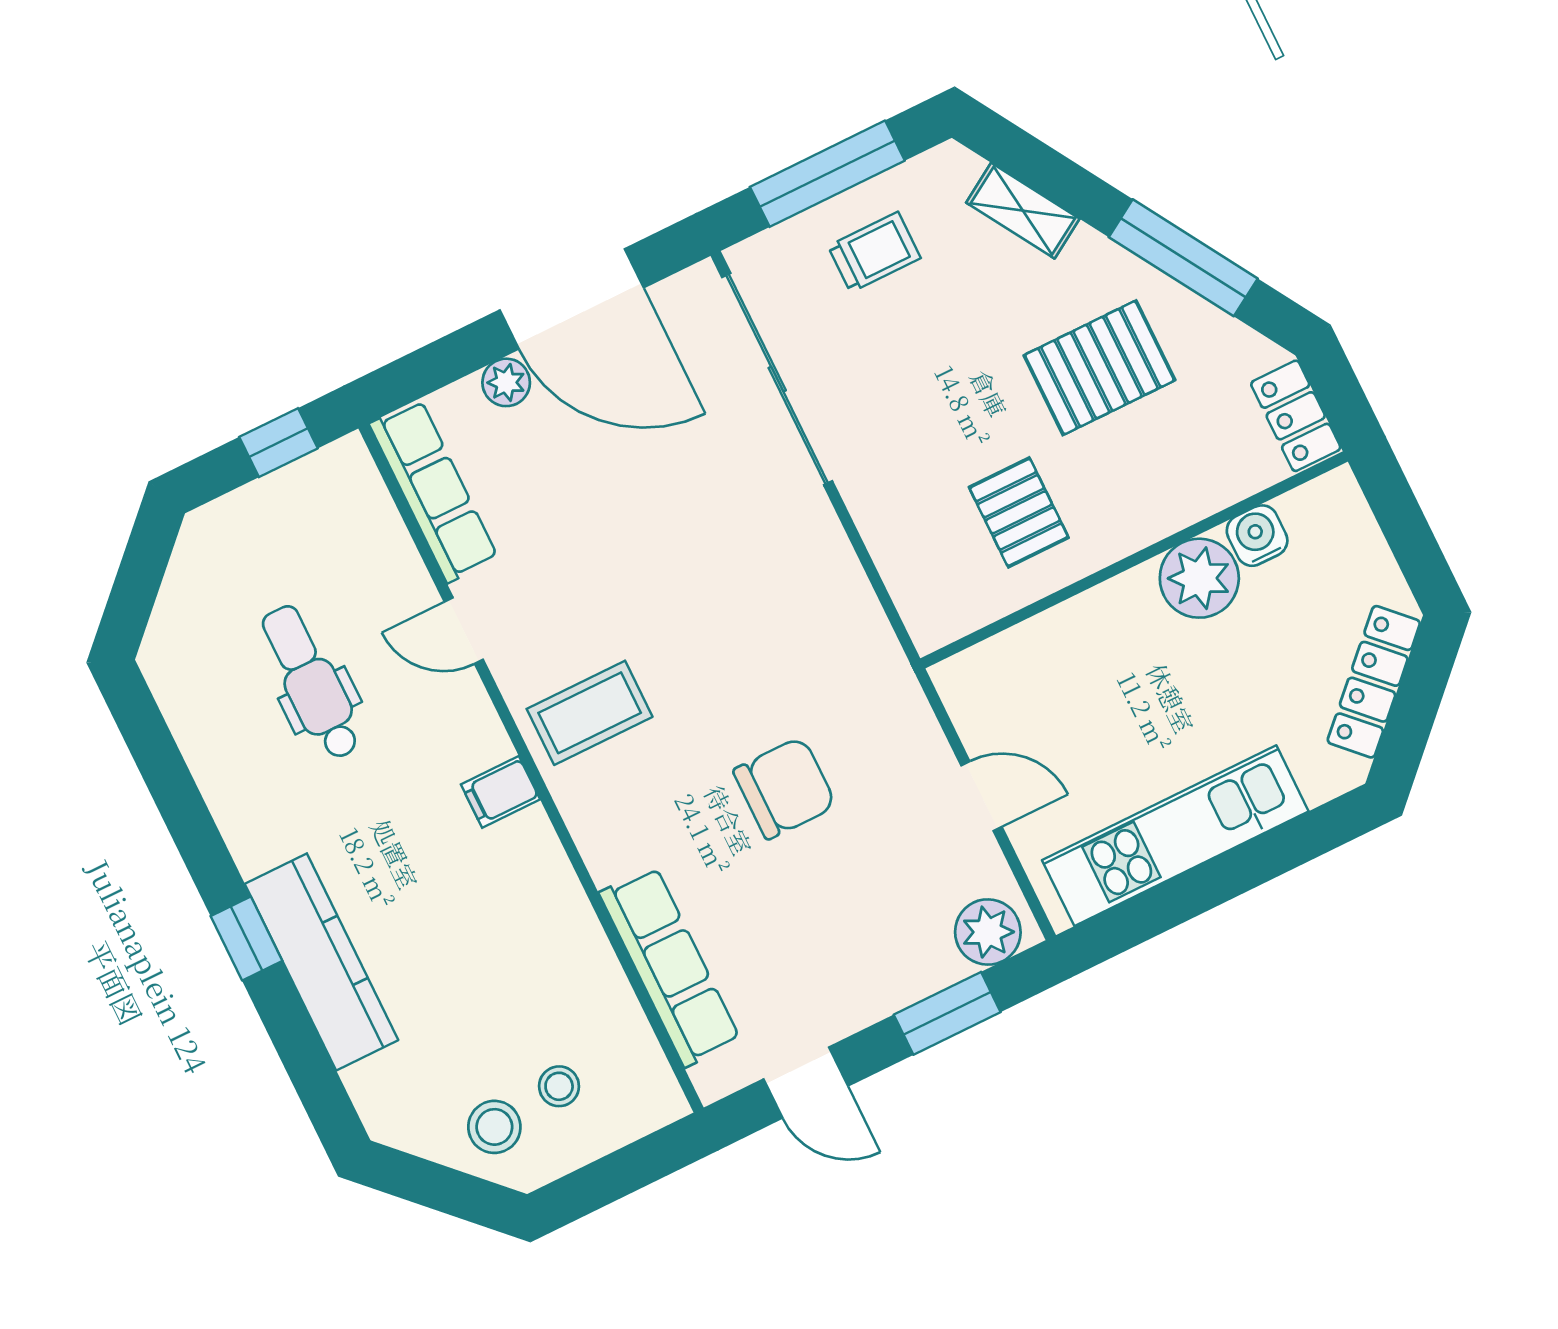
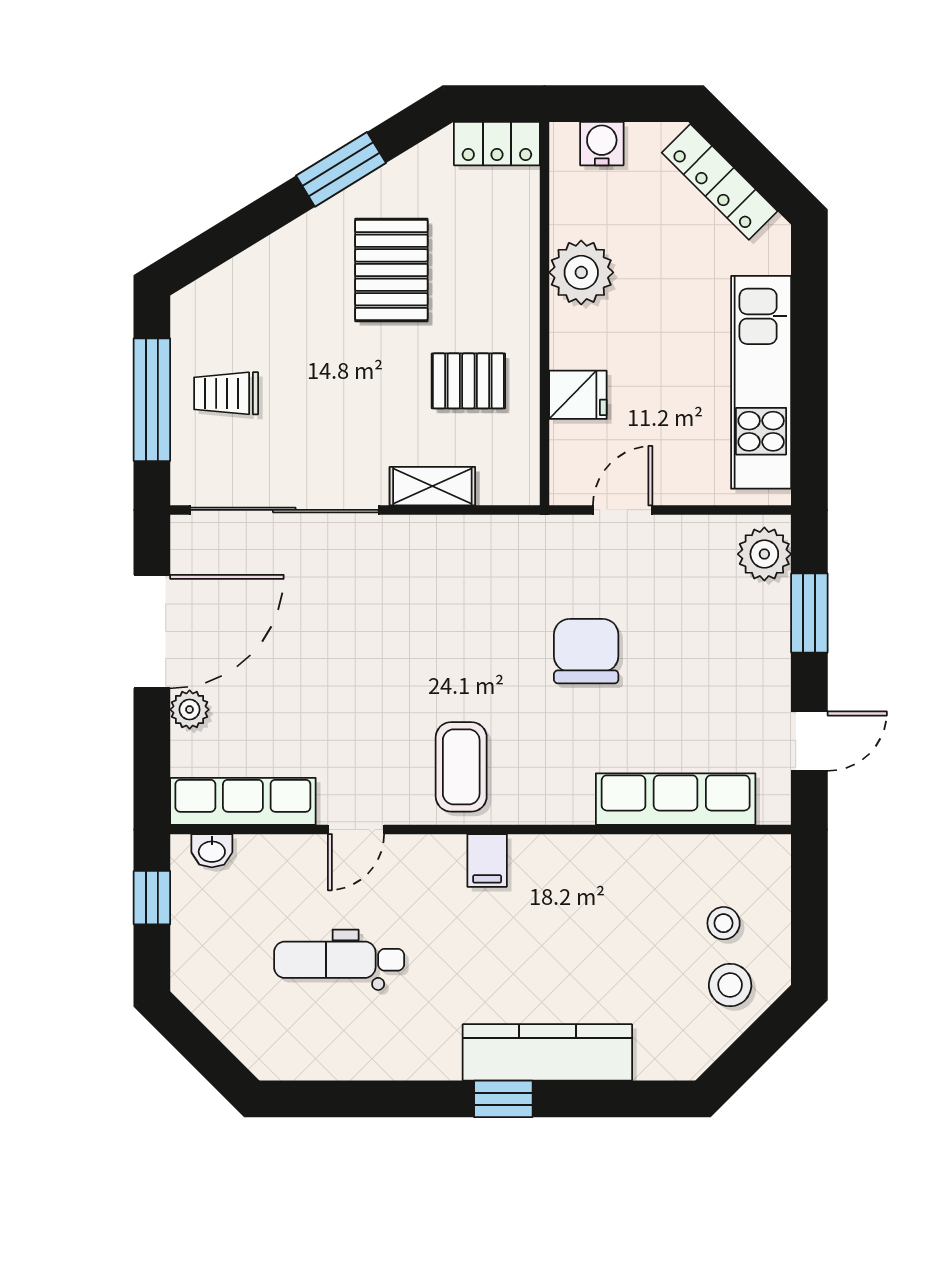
shelving: (1023, 211) -> (432, 486), moved, turned 32
trolley: (874, 252) -> (226, 393), turned -90
window: (1183, 258) -> (341, 169), width x0.69
washbasin: (363, 483) -> (212, 851), added
water cooler: (1257, 536) -> (602, 144), moved, turned 90
fridge: (1063, 641) -> (578, 395), added
door: (981, 796) -> (623, 510), moved

